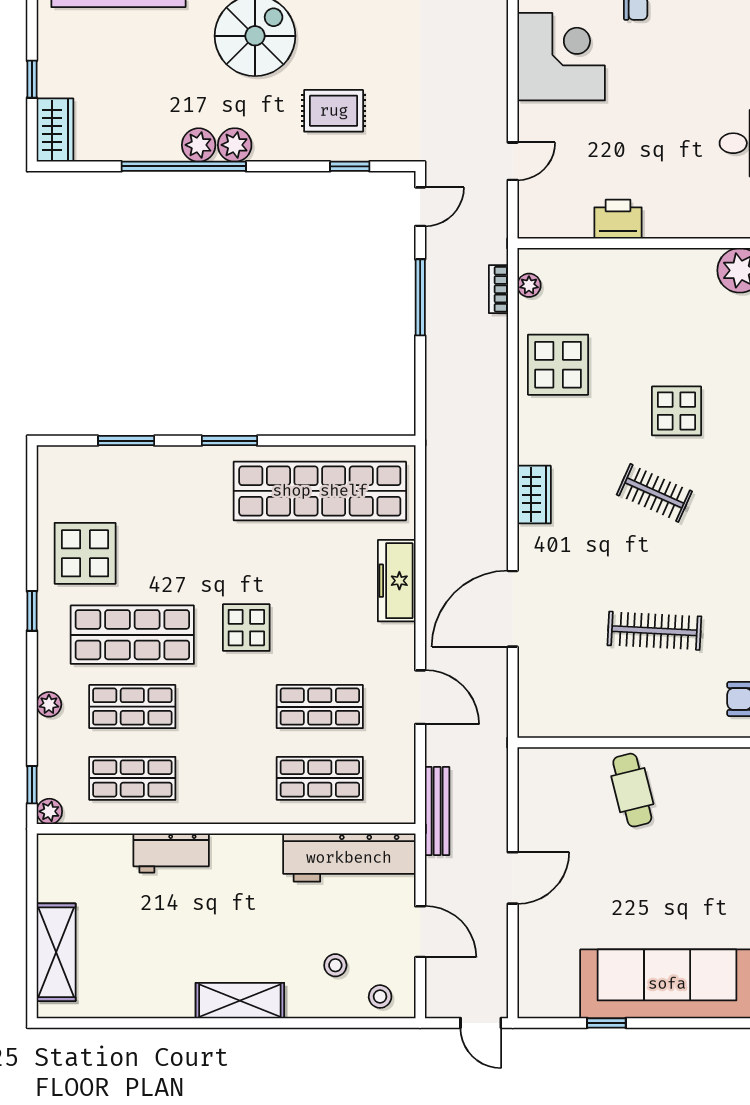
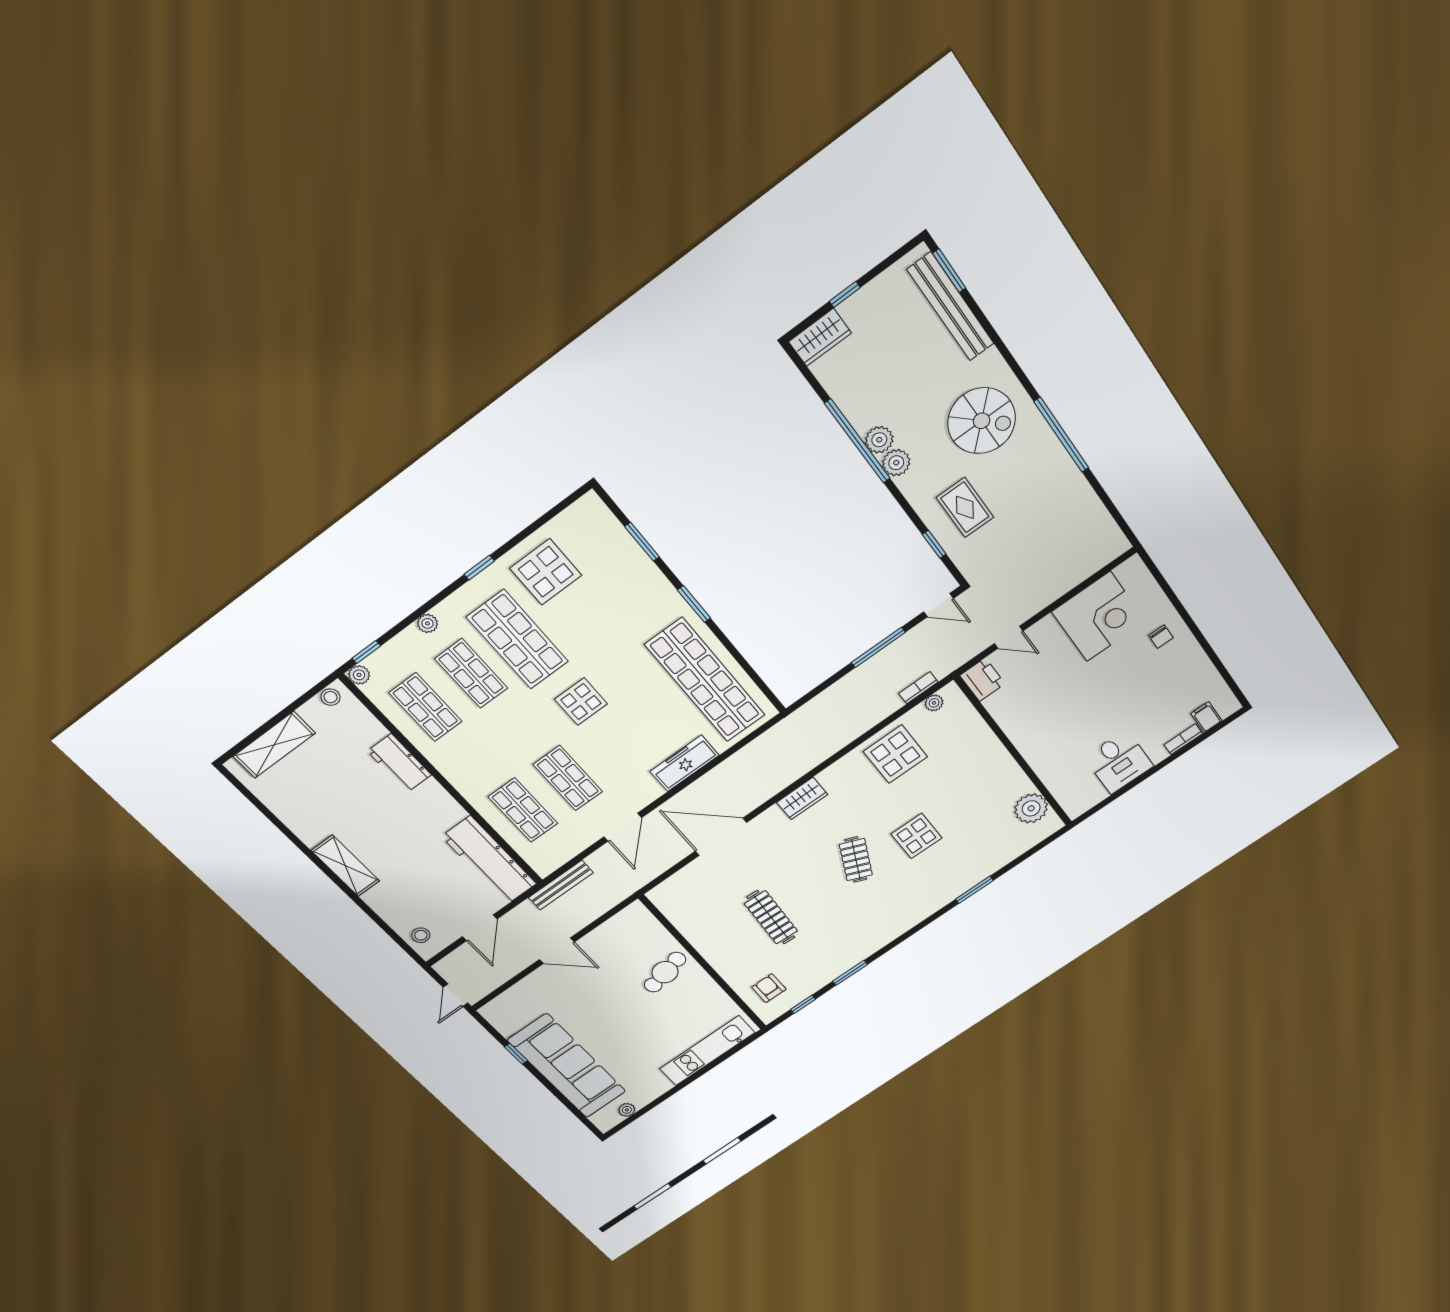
printer: (618, 219) -> (982, 680), moved
stool: (335, 965) -> (330, 697), moved

